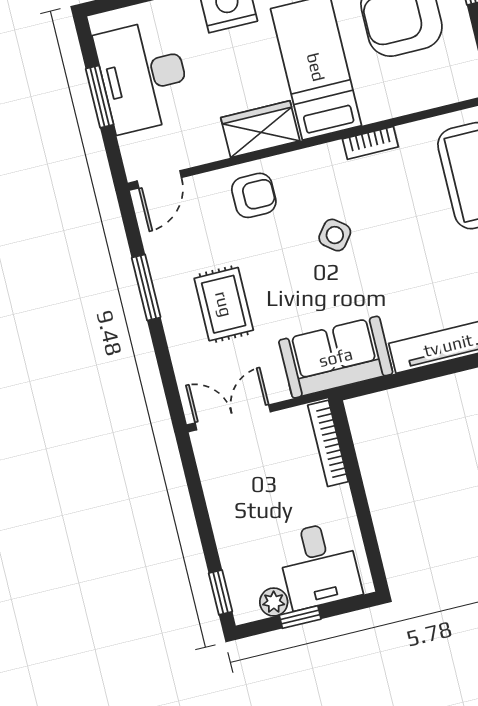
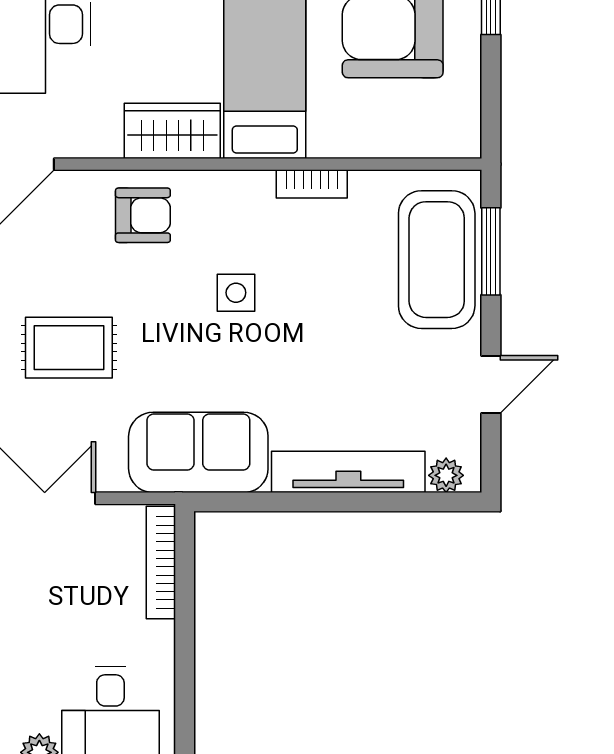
side table: (335, 235) -> (236, 293), turned -38
rug: (224, 304) -> (69, 348), turned 90

